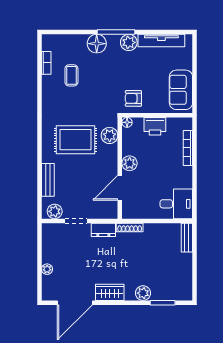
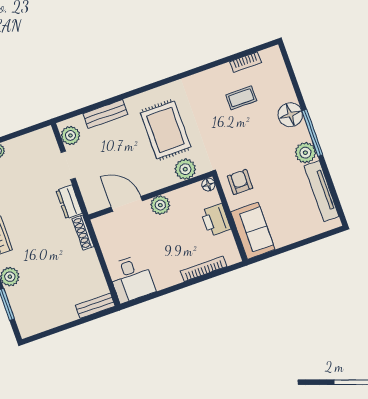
sofa: (181, 90) -> (253, 231), moved, turned 90

